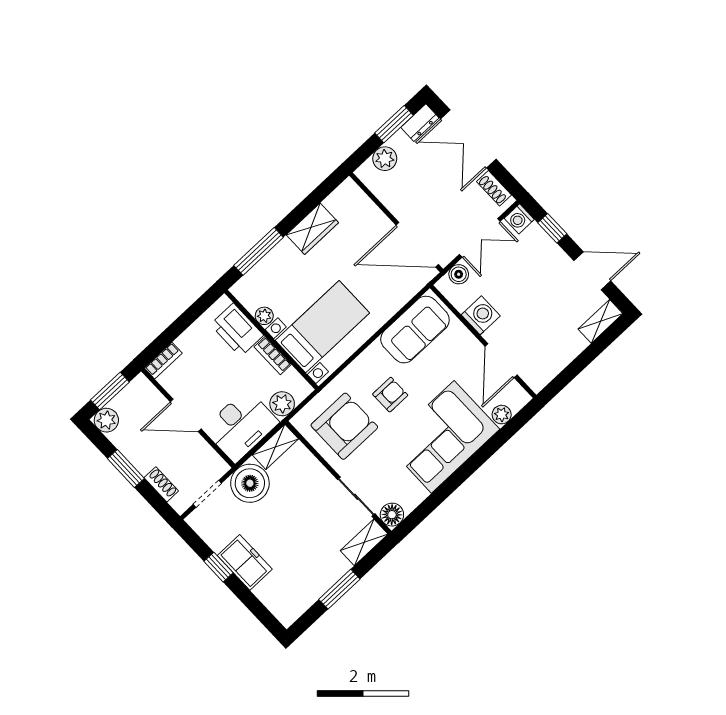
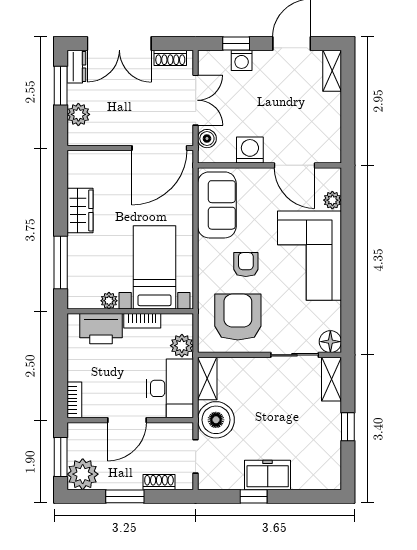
washing machine: (519, 219) -> (242, 60), moved
plant: (106, 420) -> (83, 474), width x1.36, depth x1.36
window: (339, 589) -> (348, 427), width x0.67

